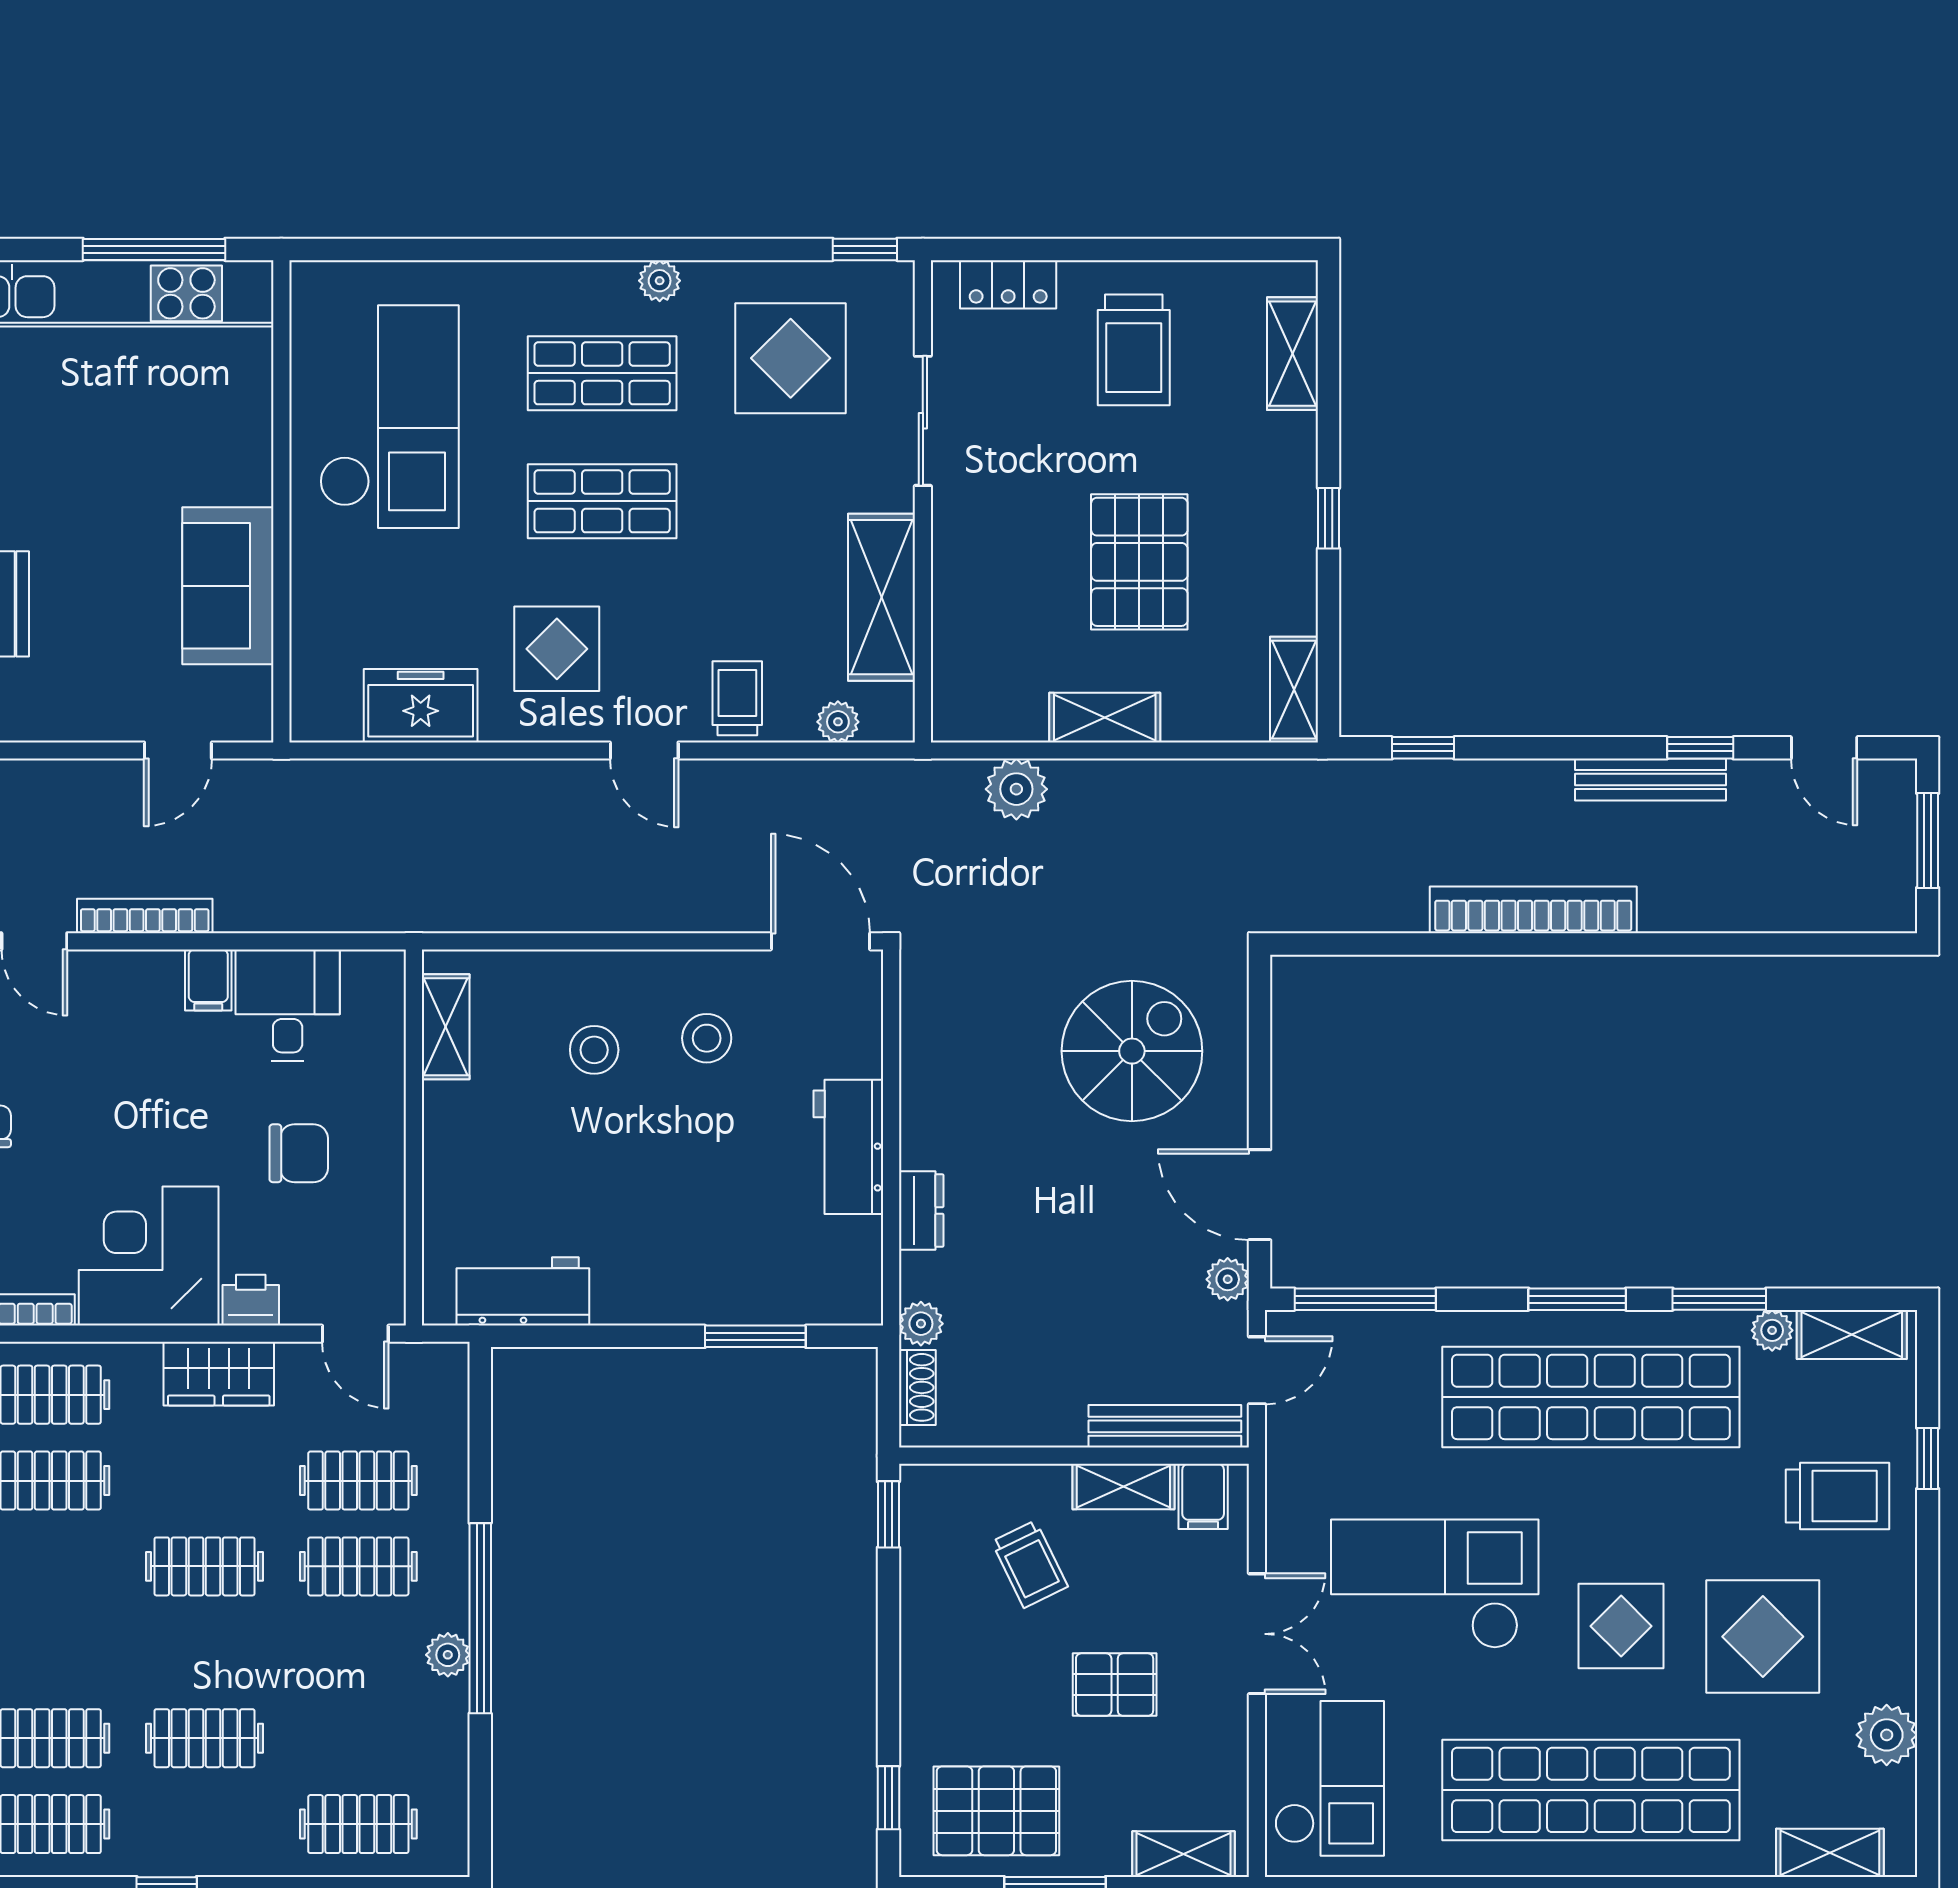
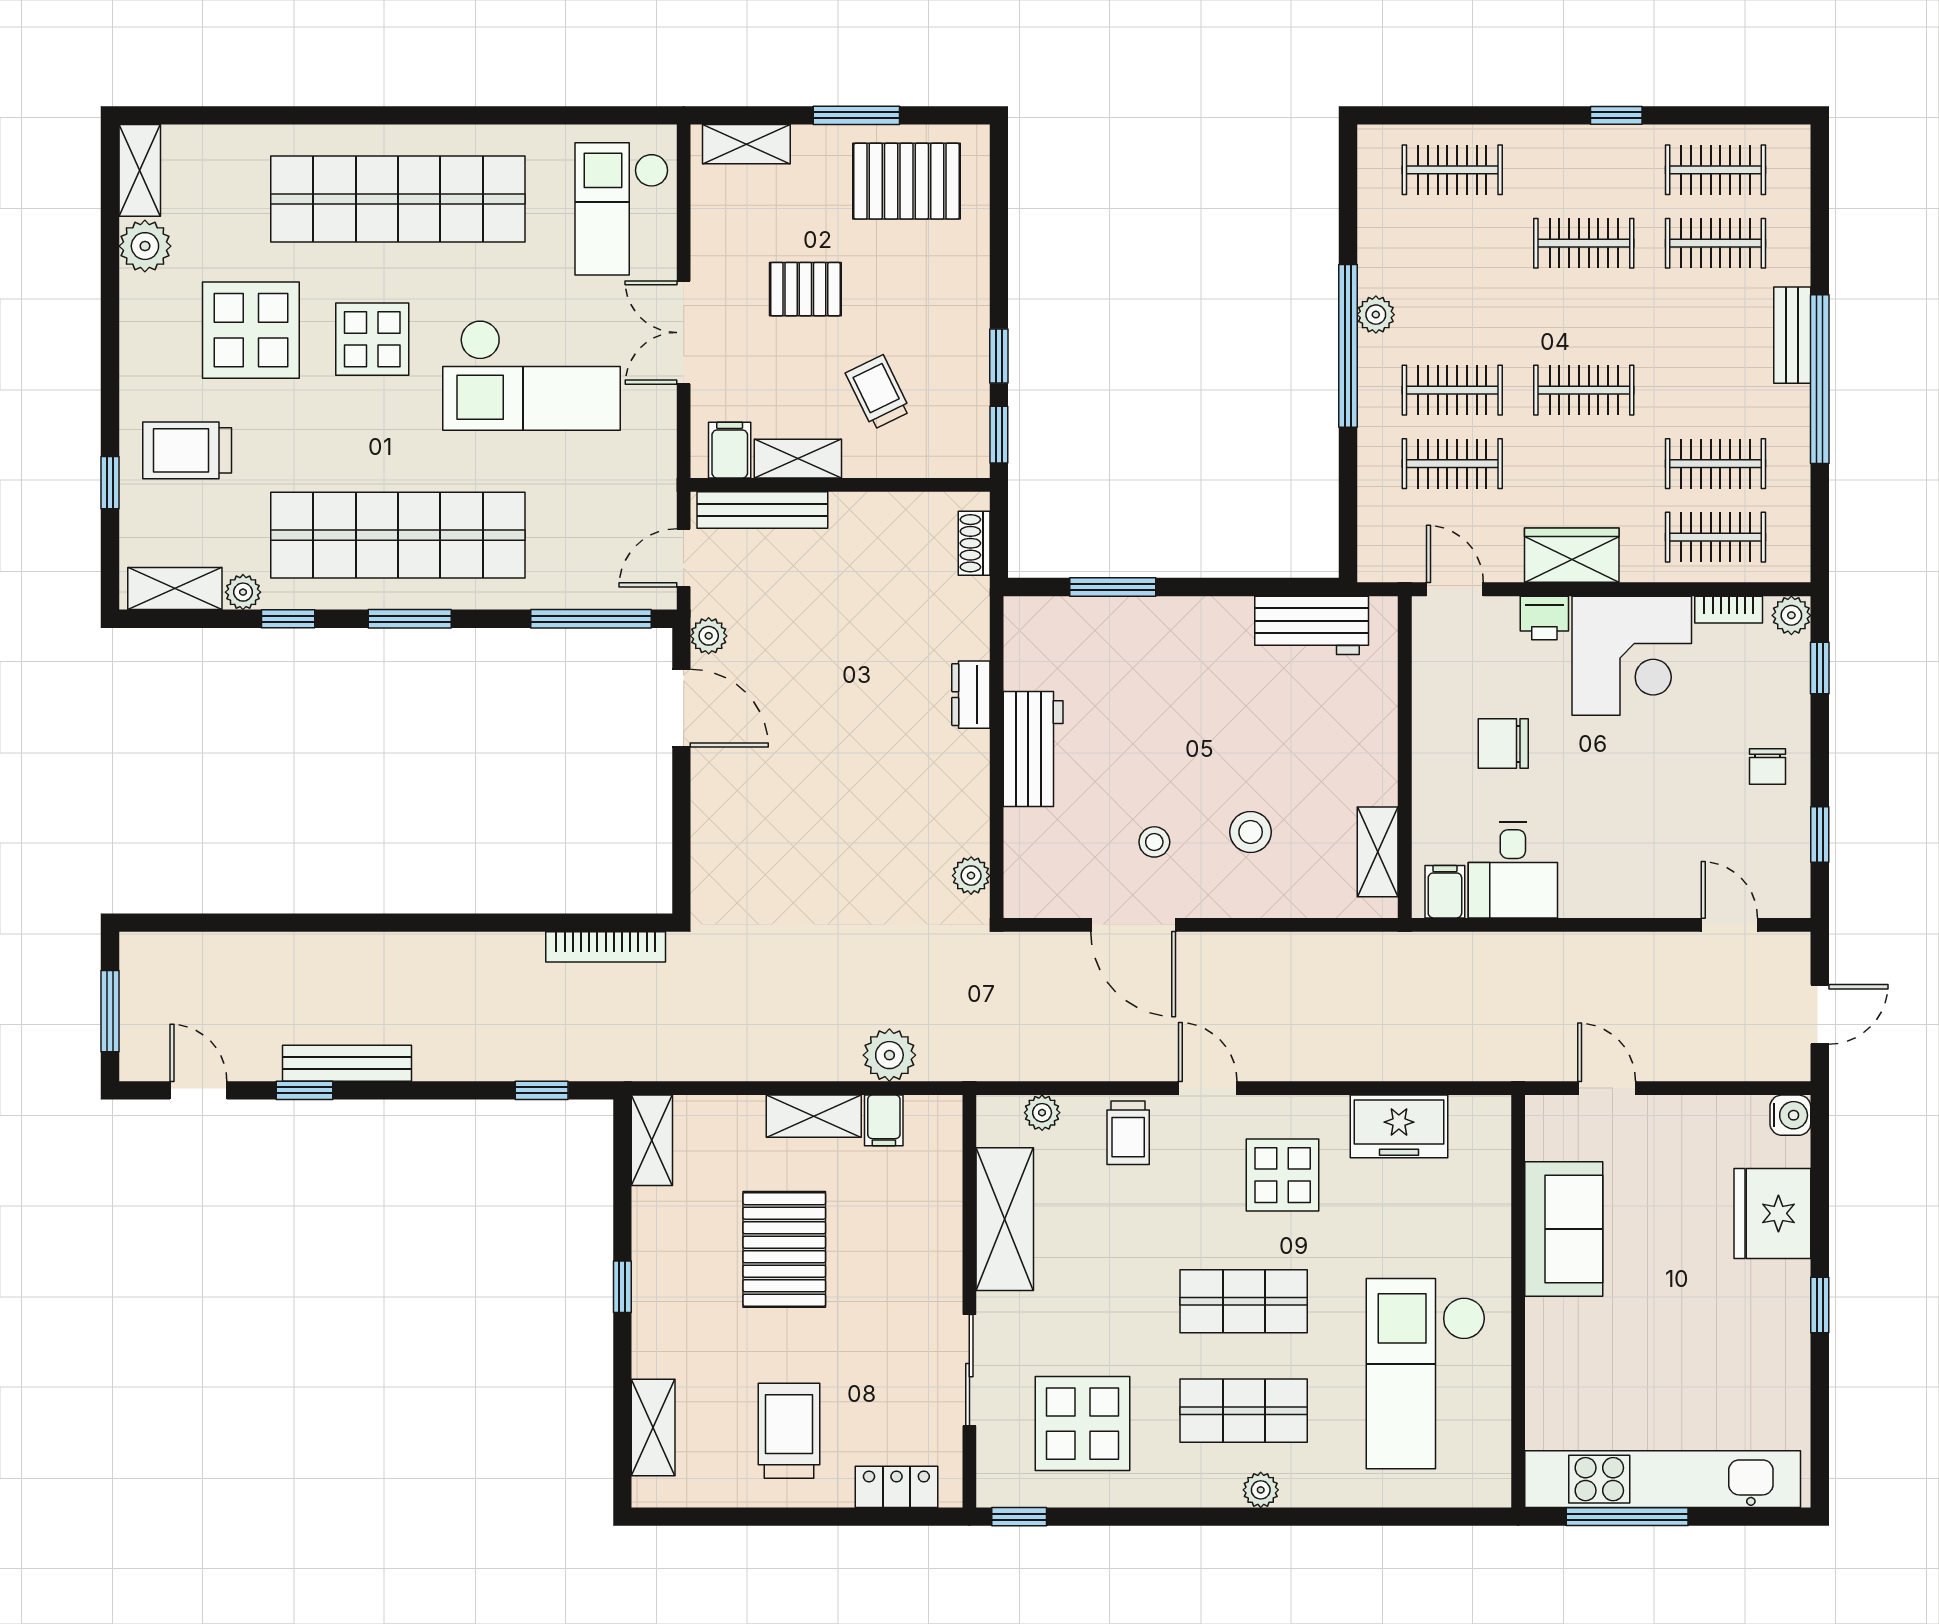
plant: (660, 281) -> (1261, 1490), moved
filing cabinet: (1023, 713) -> (884, 1120), added
door: (178, 750) -> (1607, 1088), hinge flipped
bookcase: (1533, 910) -> (606, 947), moved, width x0.68, depth x0.76
bookcase: (145, 916) -> (1635, 946), removed
door: (821, 941) -> (1133, 925), moved
filing cabinet: (208, 980) -> (1445, 892), moved
stool: (707, 1038) -> (1154, 842), width x0.73, depth x0.73
spiral stairs: (1132, 1051) -> (791, 831), removed
window: (1719, 1299) -> (288, 619), width x0.67
plant: (921, 1324) -> (971, 876), moved
window: (888, 1798) -> (999, 356), moved
shelving: (1830, 1853) -> (140, 170), moved, turned 90

